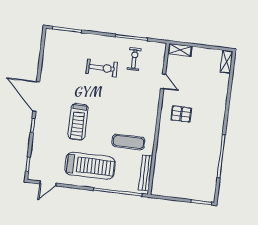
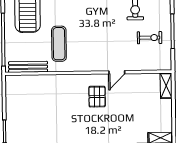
door: (163, 81) -> (117, 72), moved

